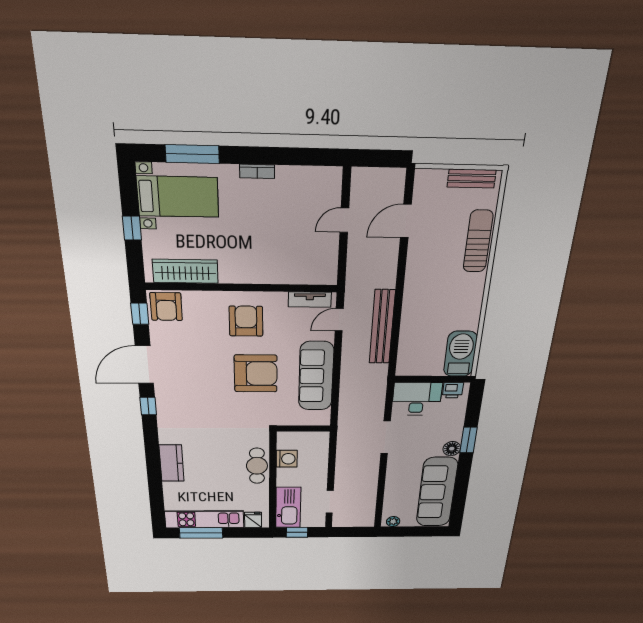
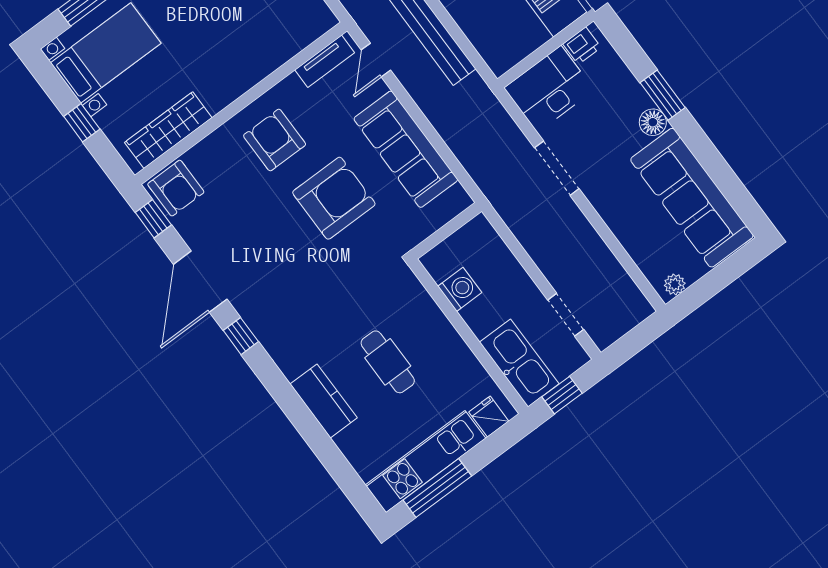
cafe table: (257, 466) -> (388, 362), moved

